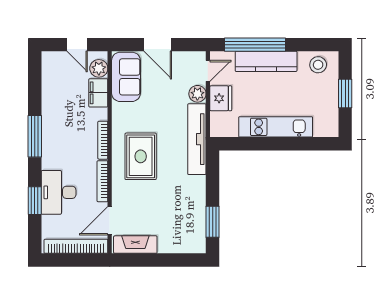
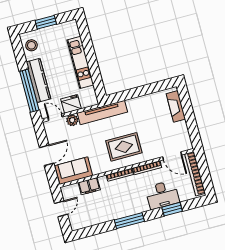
plant: (99, 68) -> (73, 190), removed
window: (213, 222) -> (154, 87), removed
fireplace: (135, 245) -> (176, 106), moved

